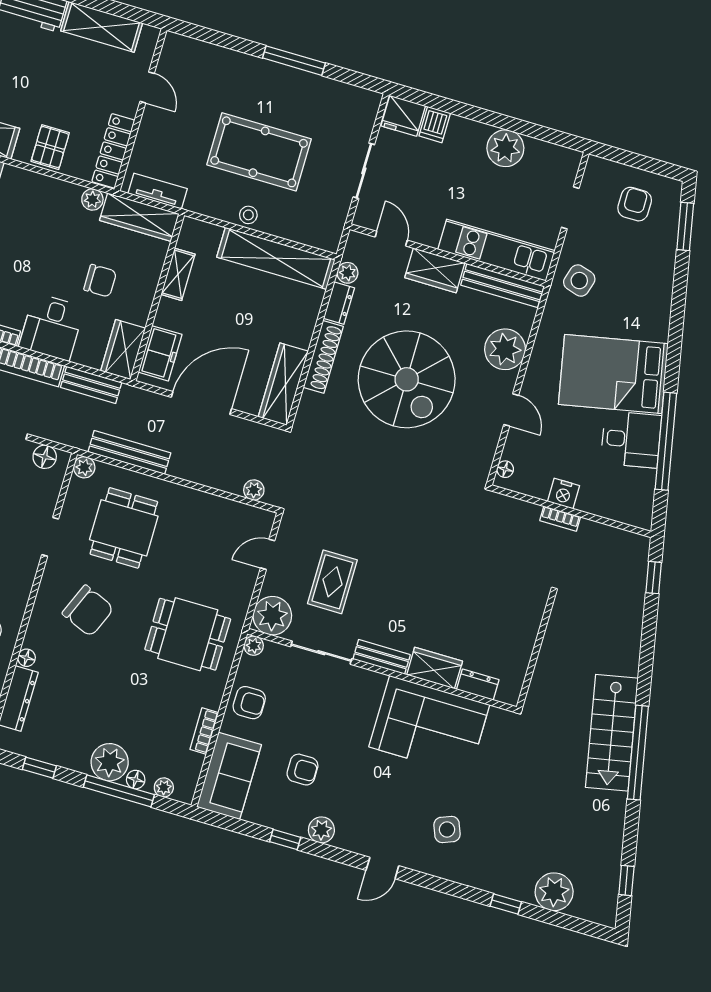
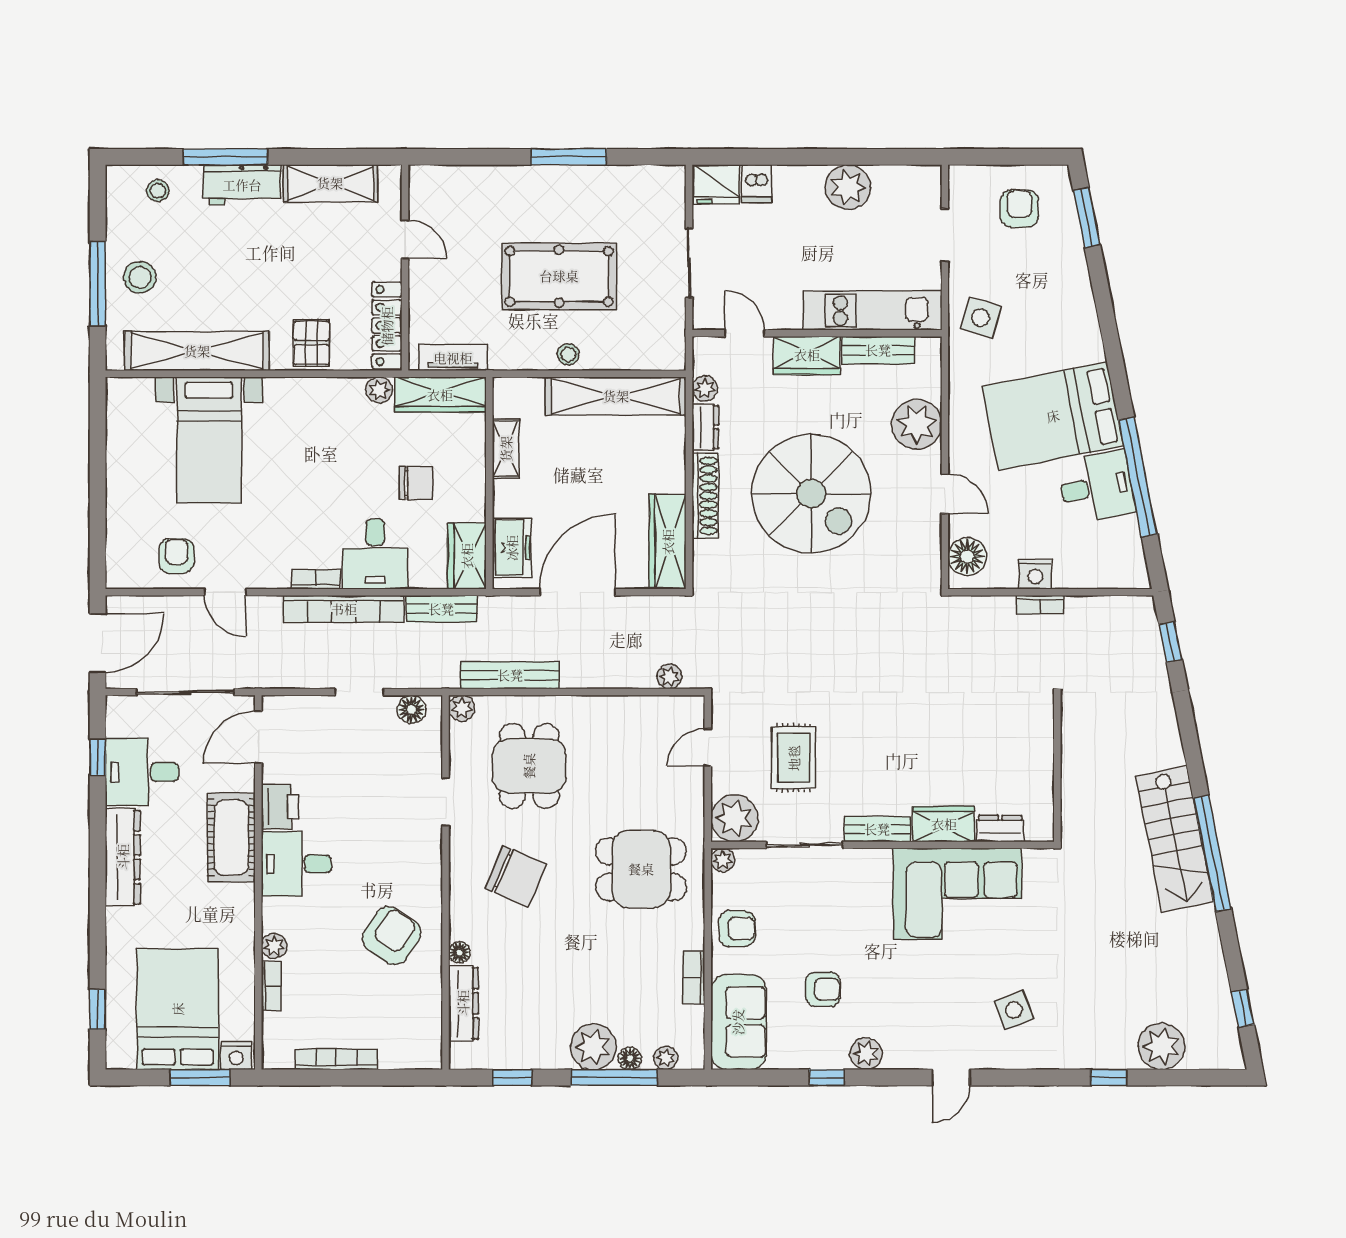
bench: (502, 286) -> (878, 350), width x0.73
floor lamp: (505, 469) -> (967, 556), width x1.89, depth x1.89

